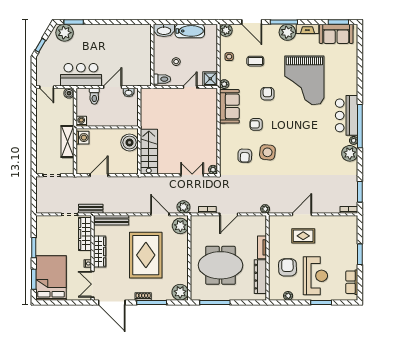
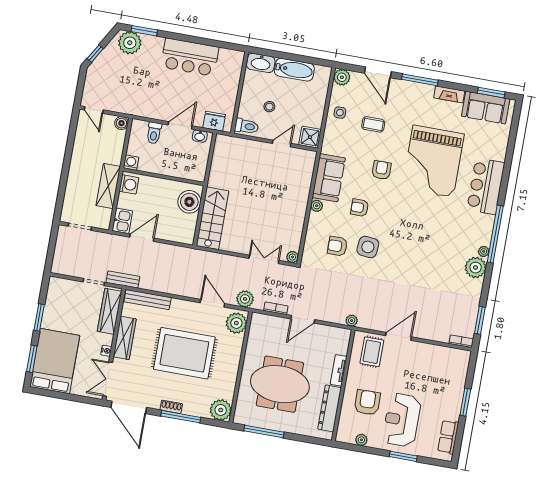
plant: (287, 32) -> (422, 94), removed
bar counter: (81, 75) -> (190, 57), moved, turned 180
fridge: (137, 80) -> (214, 121), added
plant: (224, 84) -> (317, 206), moved
bar counter: (347, 115) -> (486, 186), moved
armchair: (245, 156) -> (337, 246), turned 88
kitchen sink: (82, 165) -> (122, 221), added
rug: (303, 236) -> (372, 352), moved, turned 90
rug: (146, 255) -> (184, 353), turned 90
reception desk: (315, 276) -> (402, 420), turned 180

